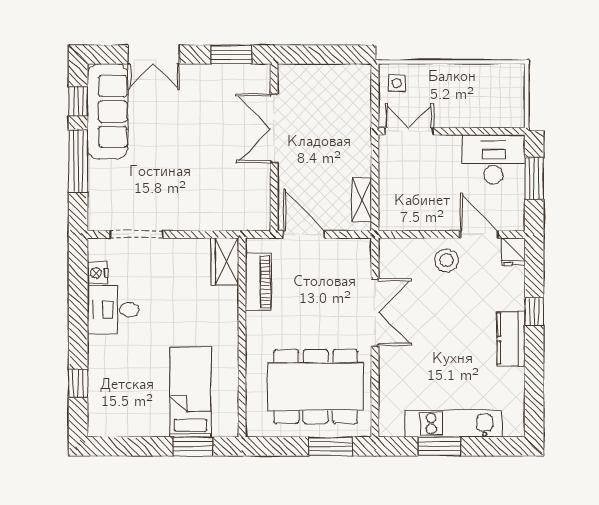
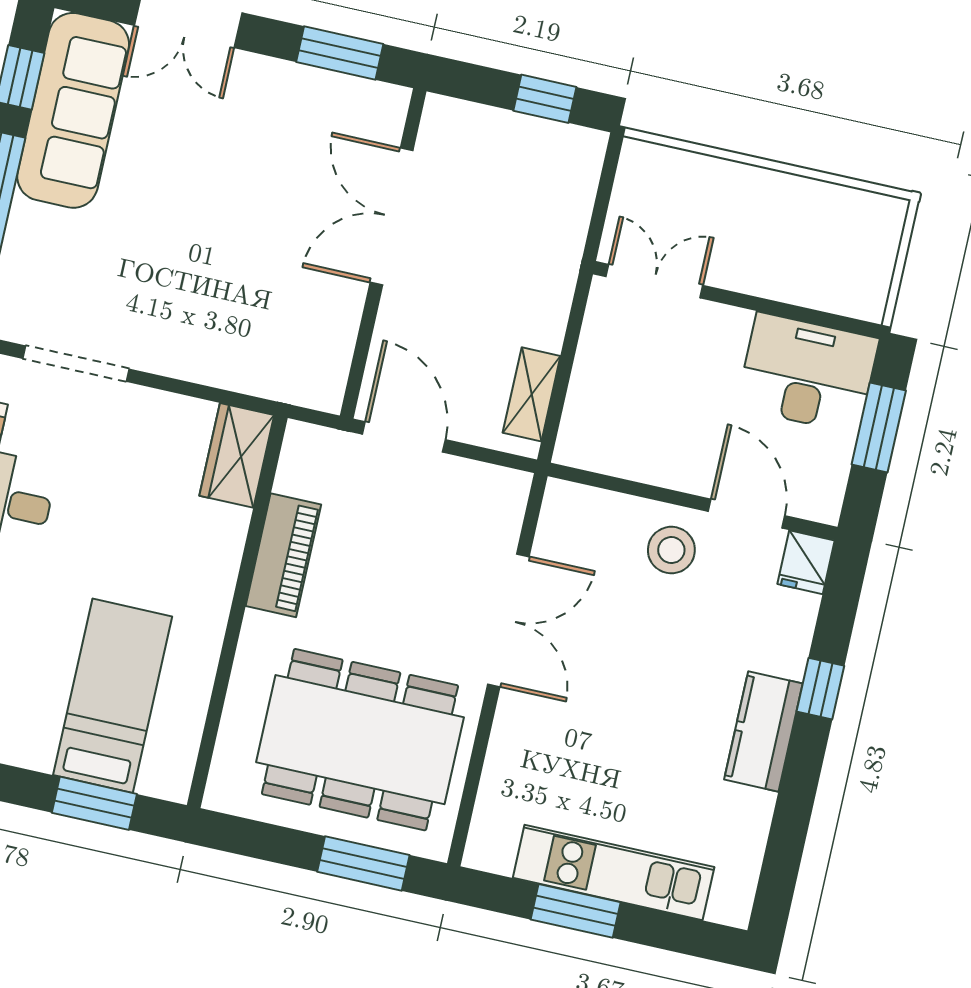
window: (336, 55) -> (545, 99), added
side table: (397, 83) -> (651, 182), removed
piano: (258, 282) -> (283, 555), moved

